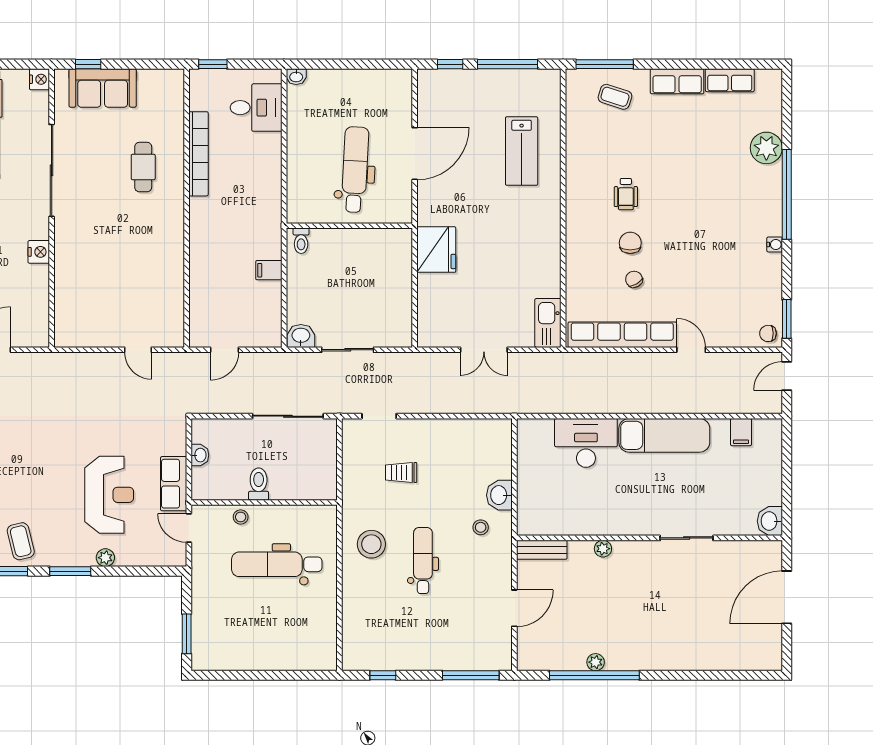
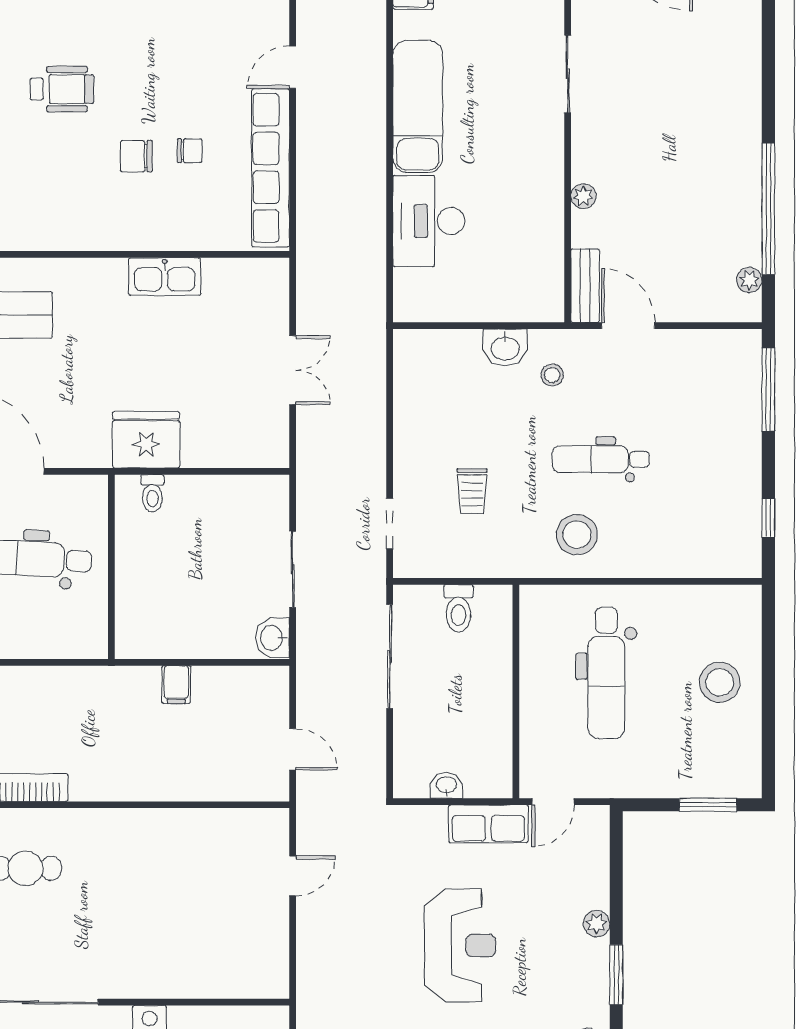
wheelchair: (626, 194) -> (62, 89), moved, width x1.36, depth x1.37
toilet: (301, 241) -> (152, 493), moved, turned 90
chair: (634, 279) -> (190, 151), turned -150
kitchen sink: (548, 323) -> (165, 277), moved
toilet: (259, 484) -> (458, 608), moved, turned -90
reception desk: (109, 495) -> (460, 945), moved, turned 90
stool: (241, 517) -> (720, 682), moved, width x1.89, depth x1.89
door: (514, 608) -> (628, 326), moved
plant: (596, 662) -> (749, 280), moved

